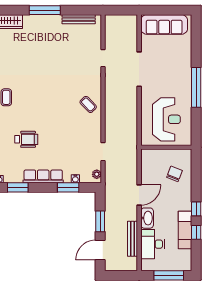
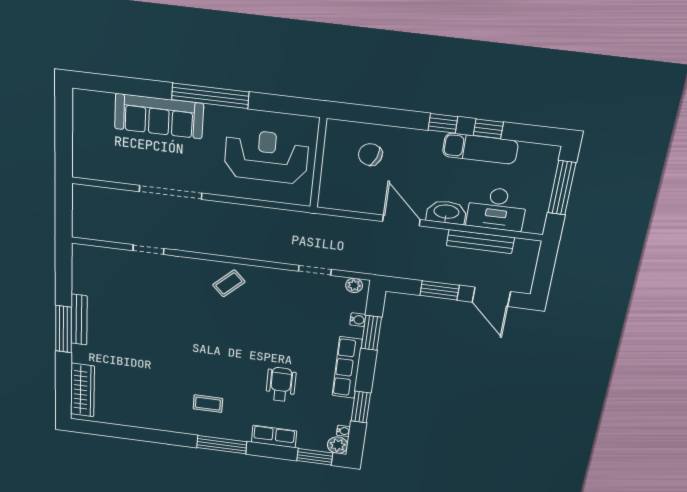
bench: (79, 19) -> (79, 320), moved
sofa: (164, 24) -> (159, 116), moved, turned 90

